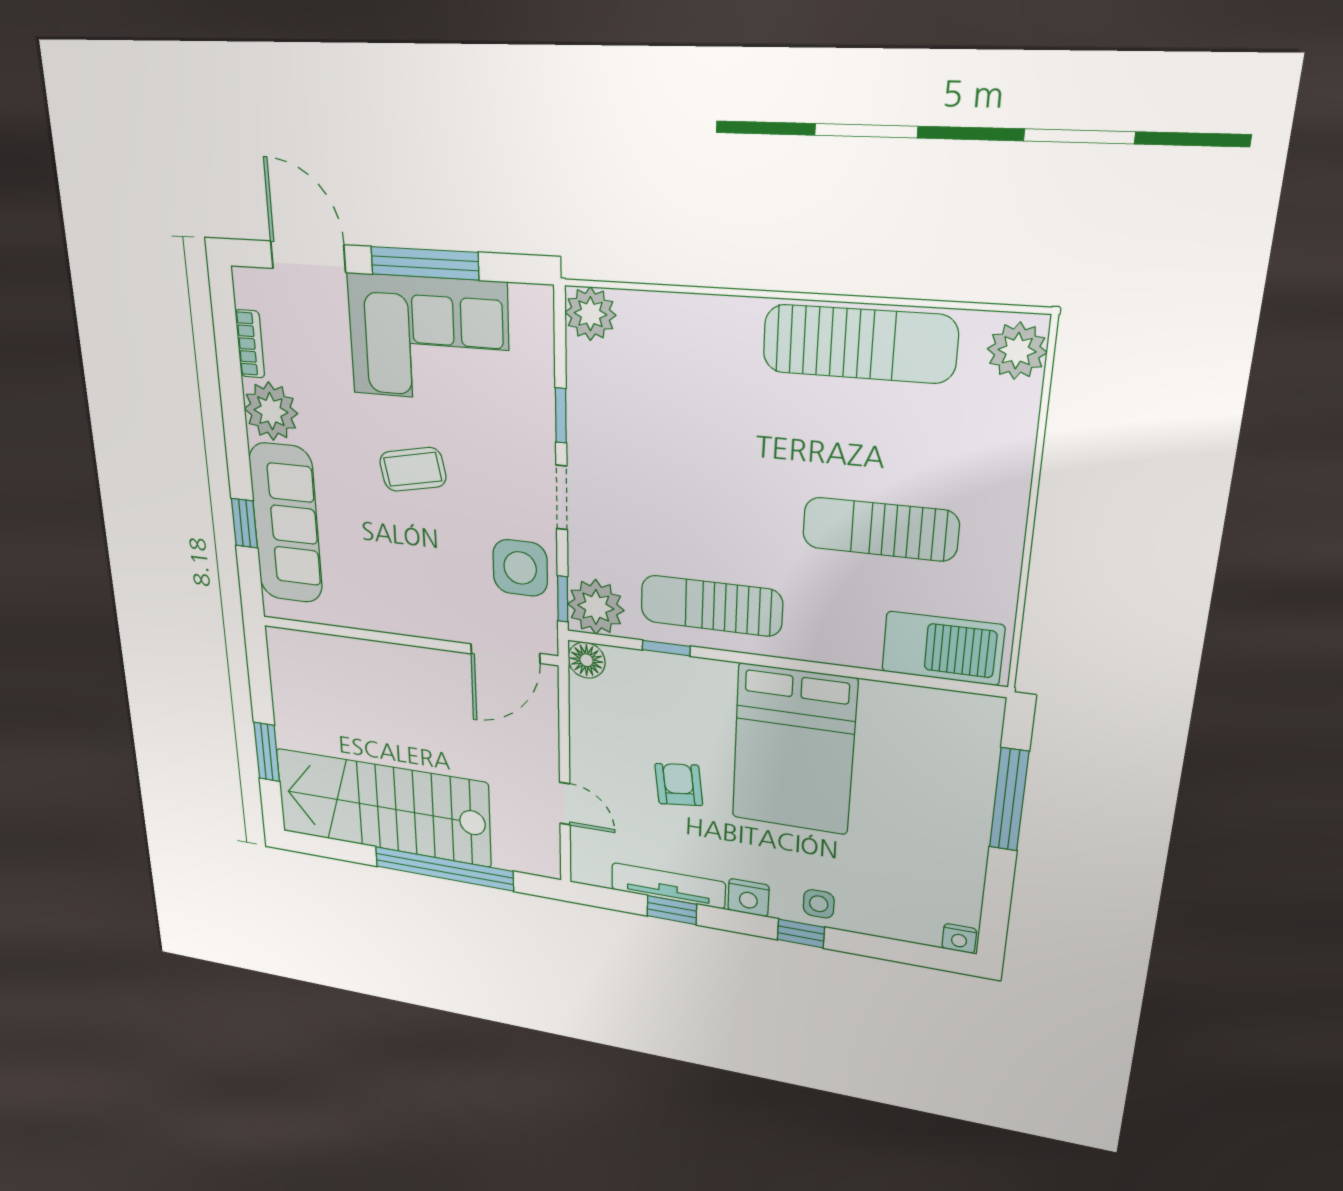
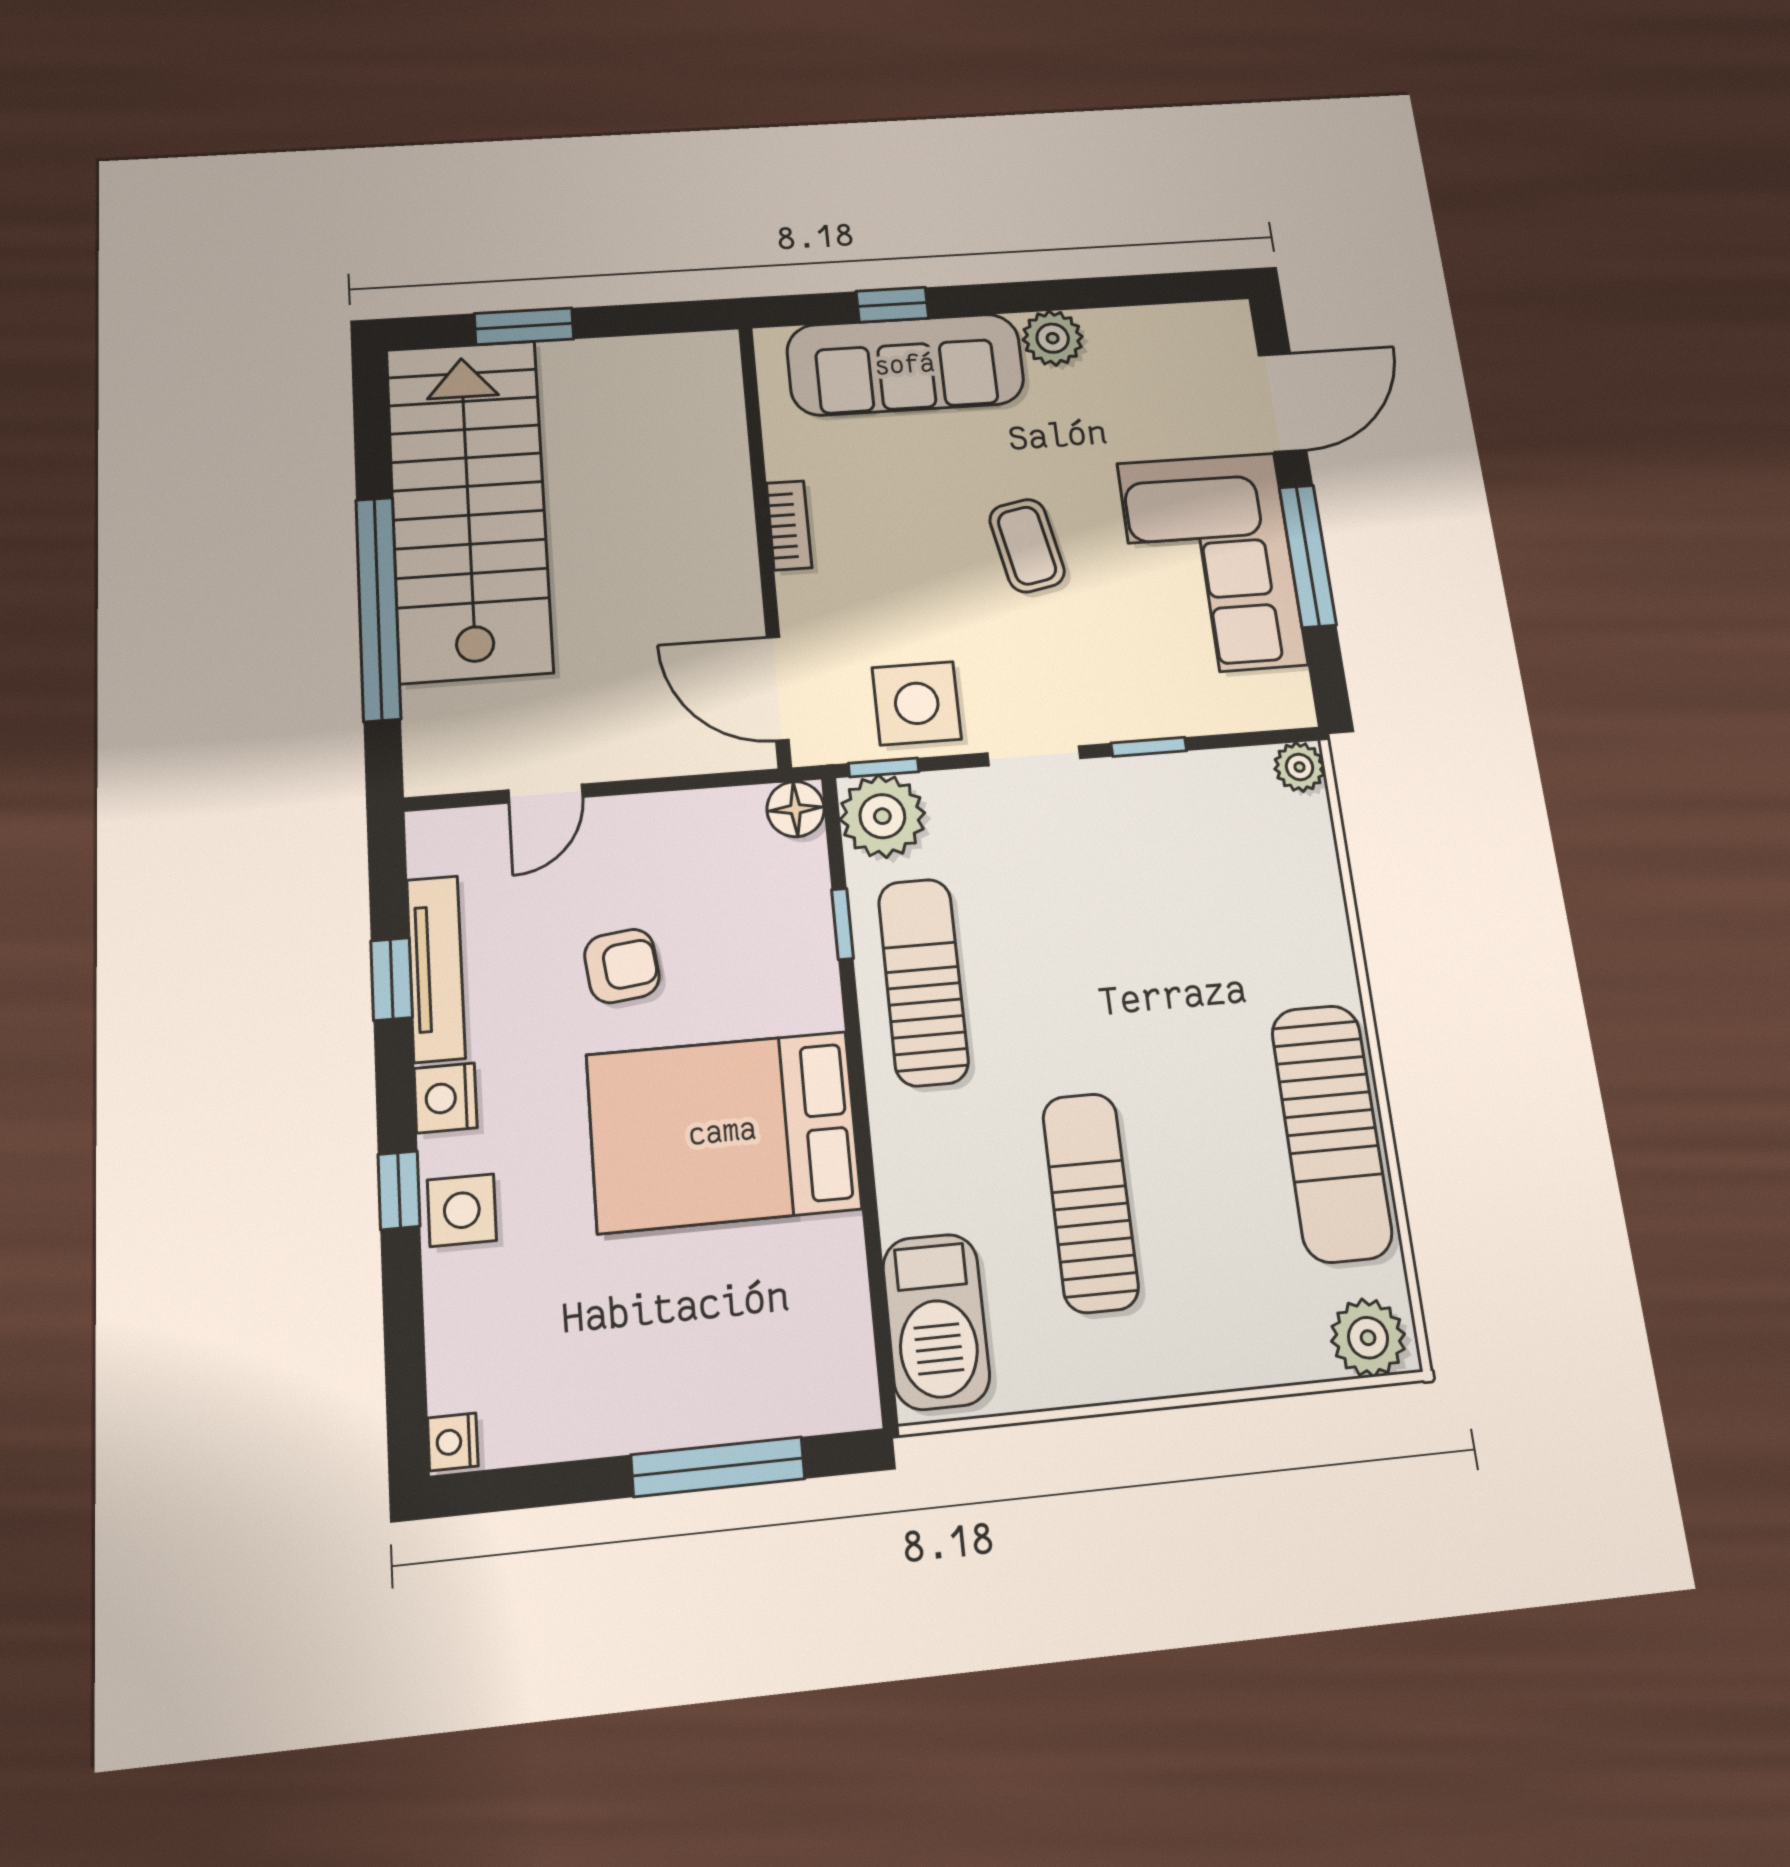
plant: (590, 314) -> (1300, 767), width x0.73, depth x0.73
bookcase: (250, 344) -> (789, 525), moved, turned -90
plant: (271, 411) -> (1053, 338), width x0.73, depth x0.73
side table: (819, 904) -> (462, 1210), width x1.37, depth x1.37

